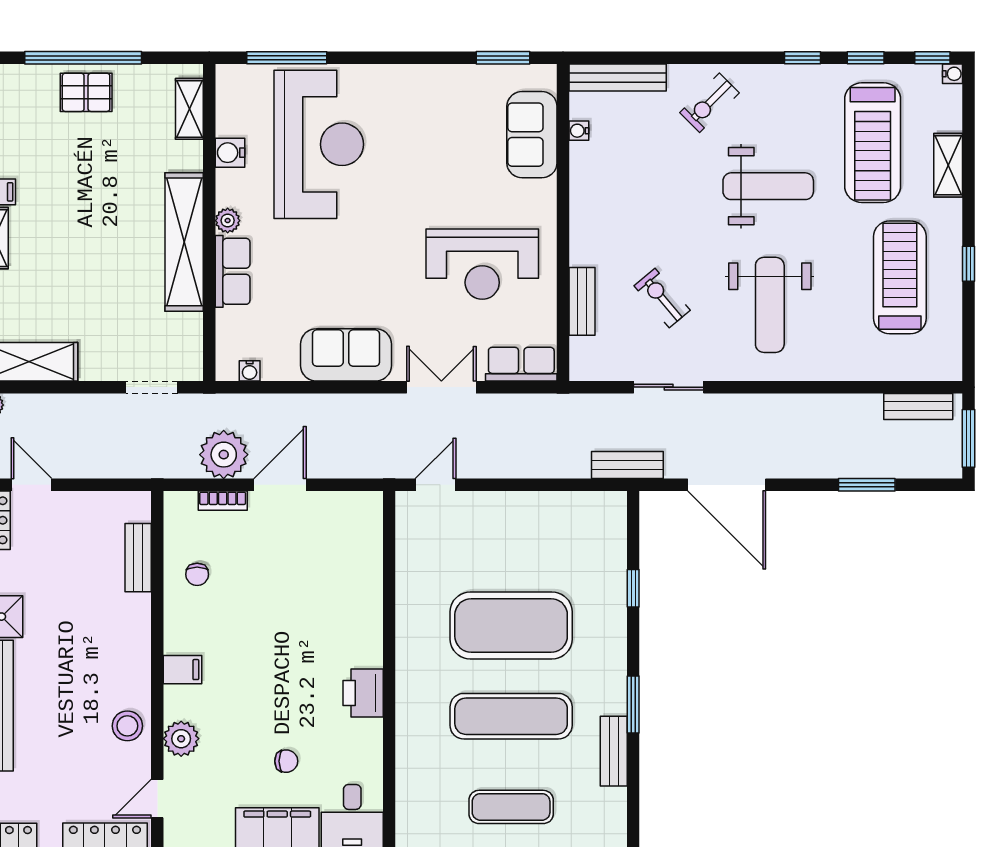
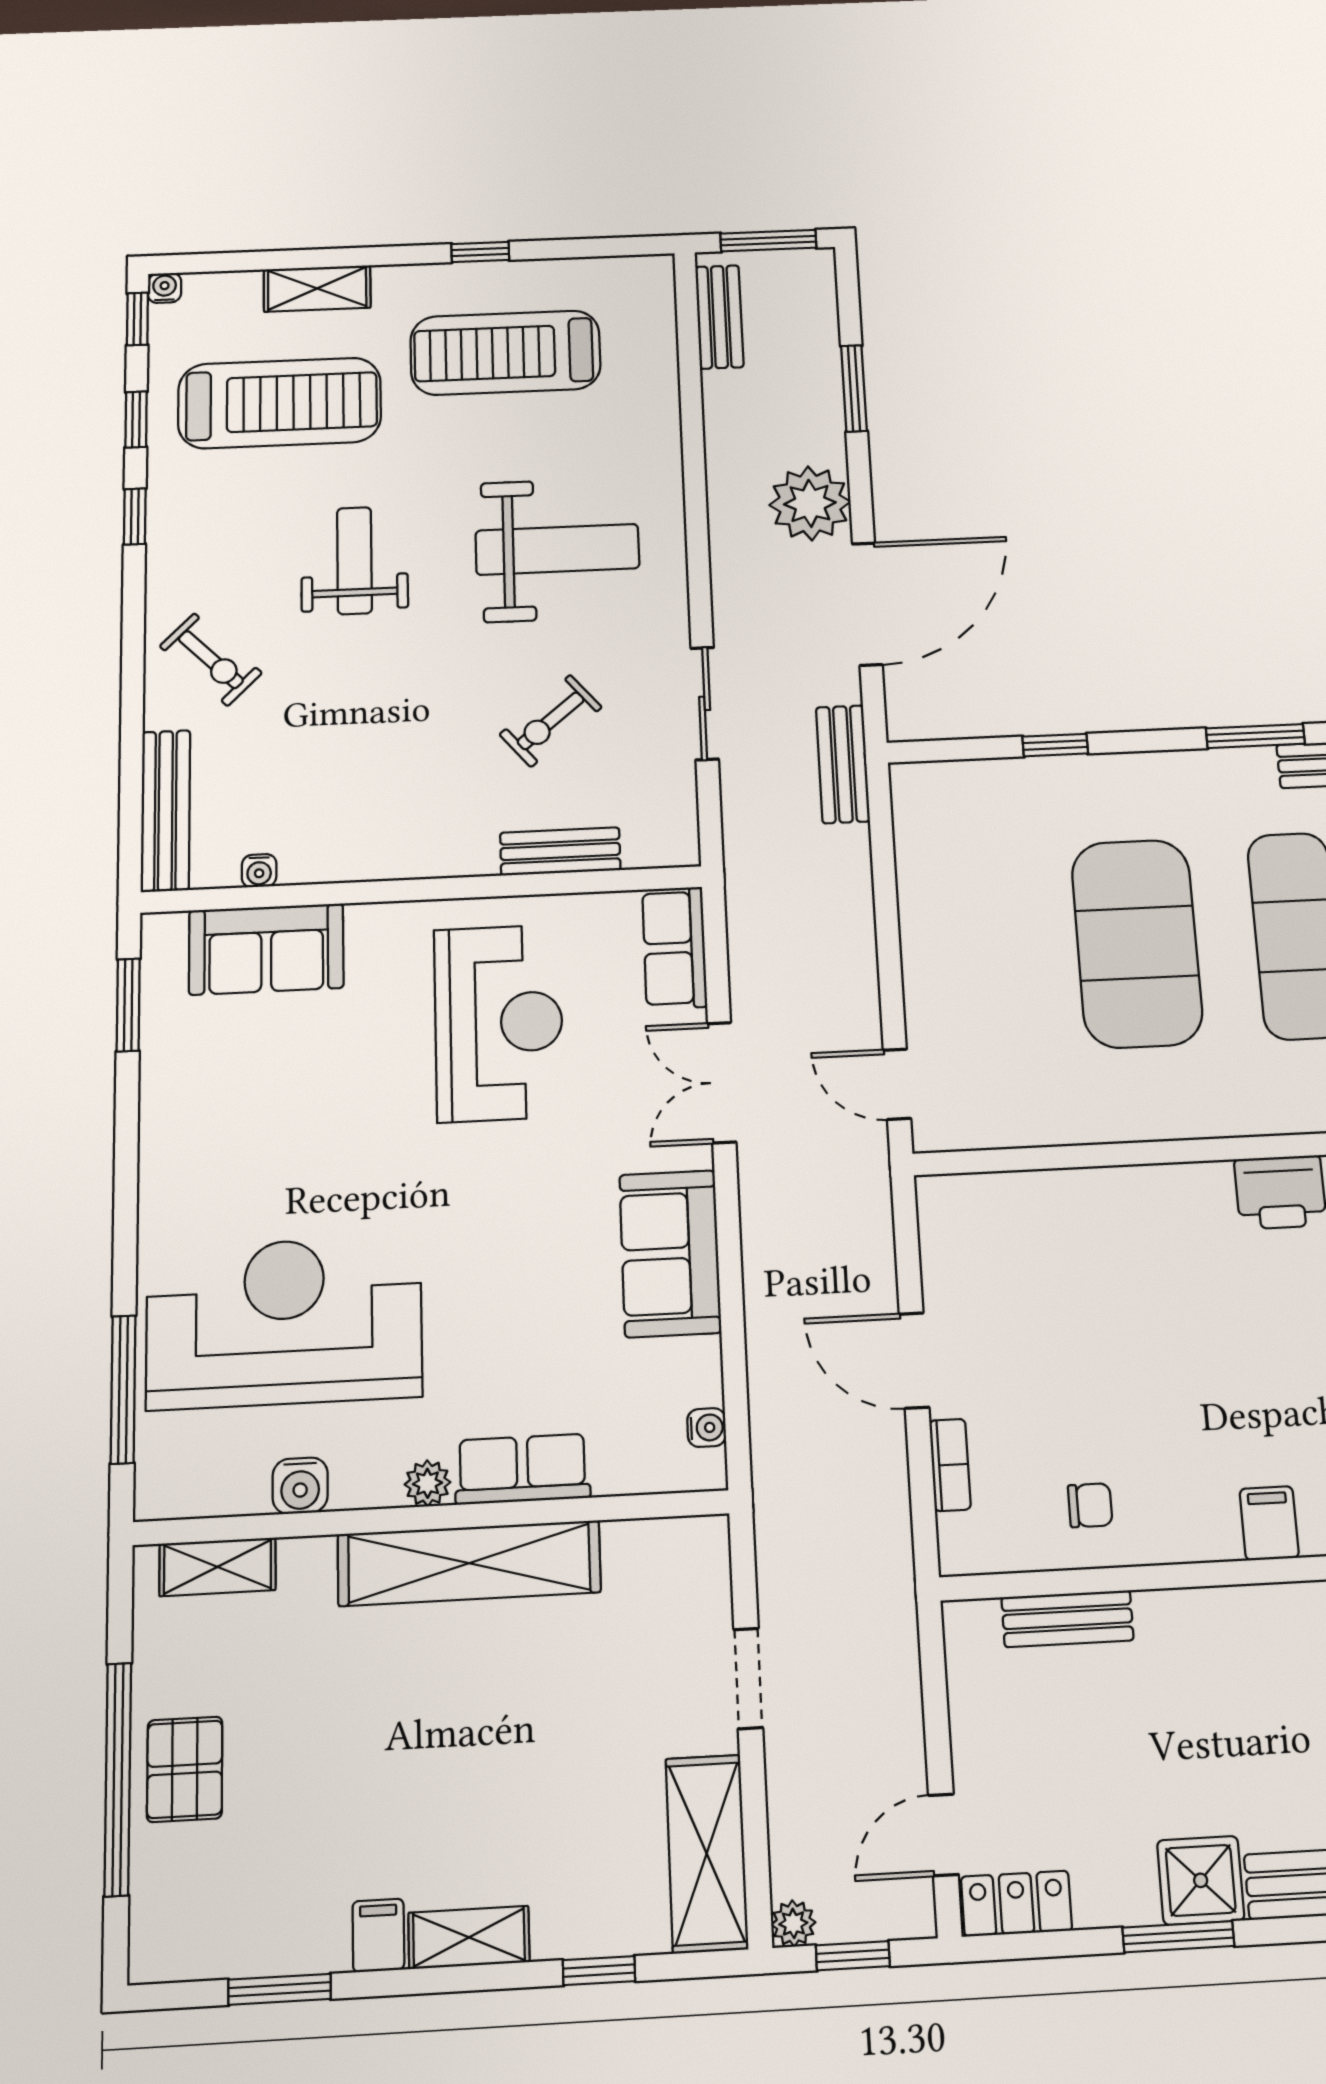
weight bench: (768, 186) -> (354, 561), width x0.73, depth x0.75
doorway: (152, 387) -> (748, 1678), moved
plant: (224, 455) -> (810, 503), moved

